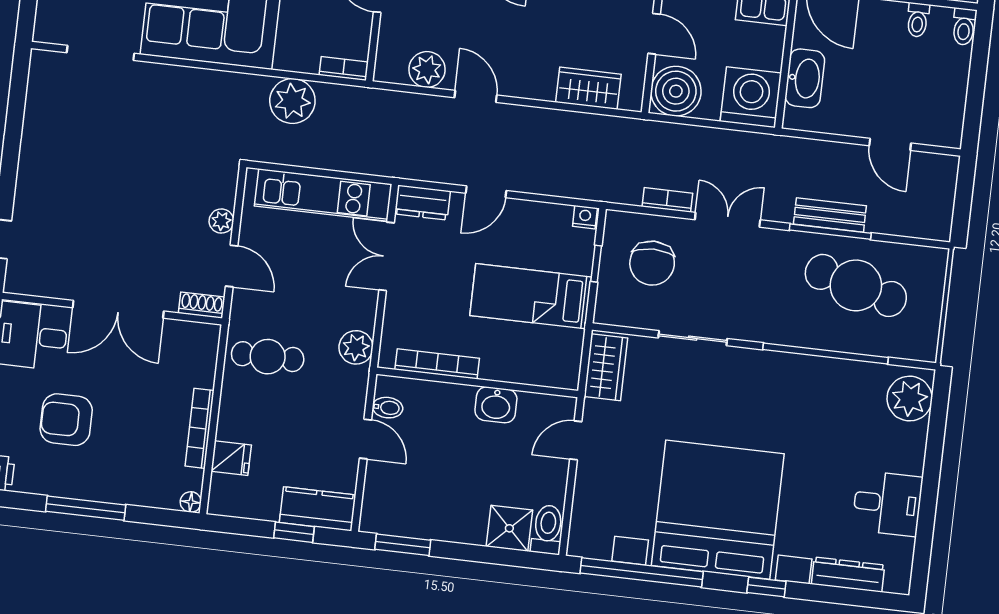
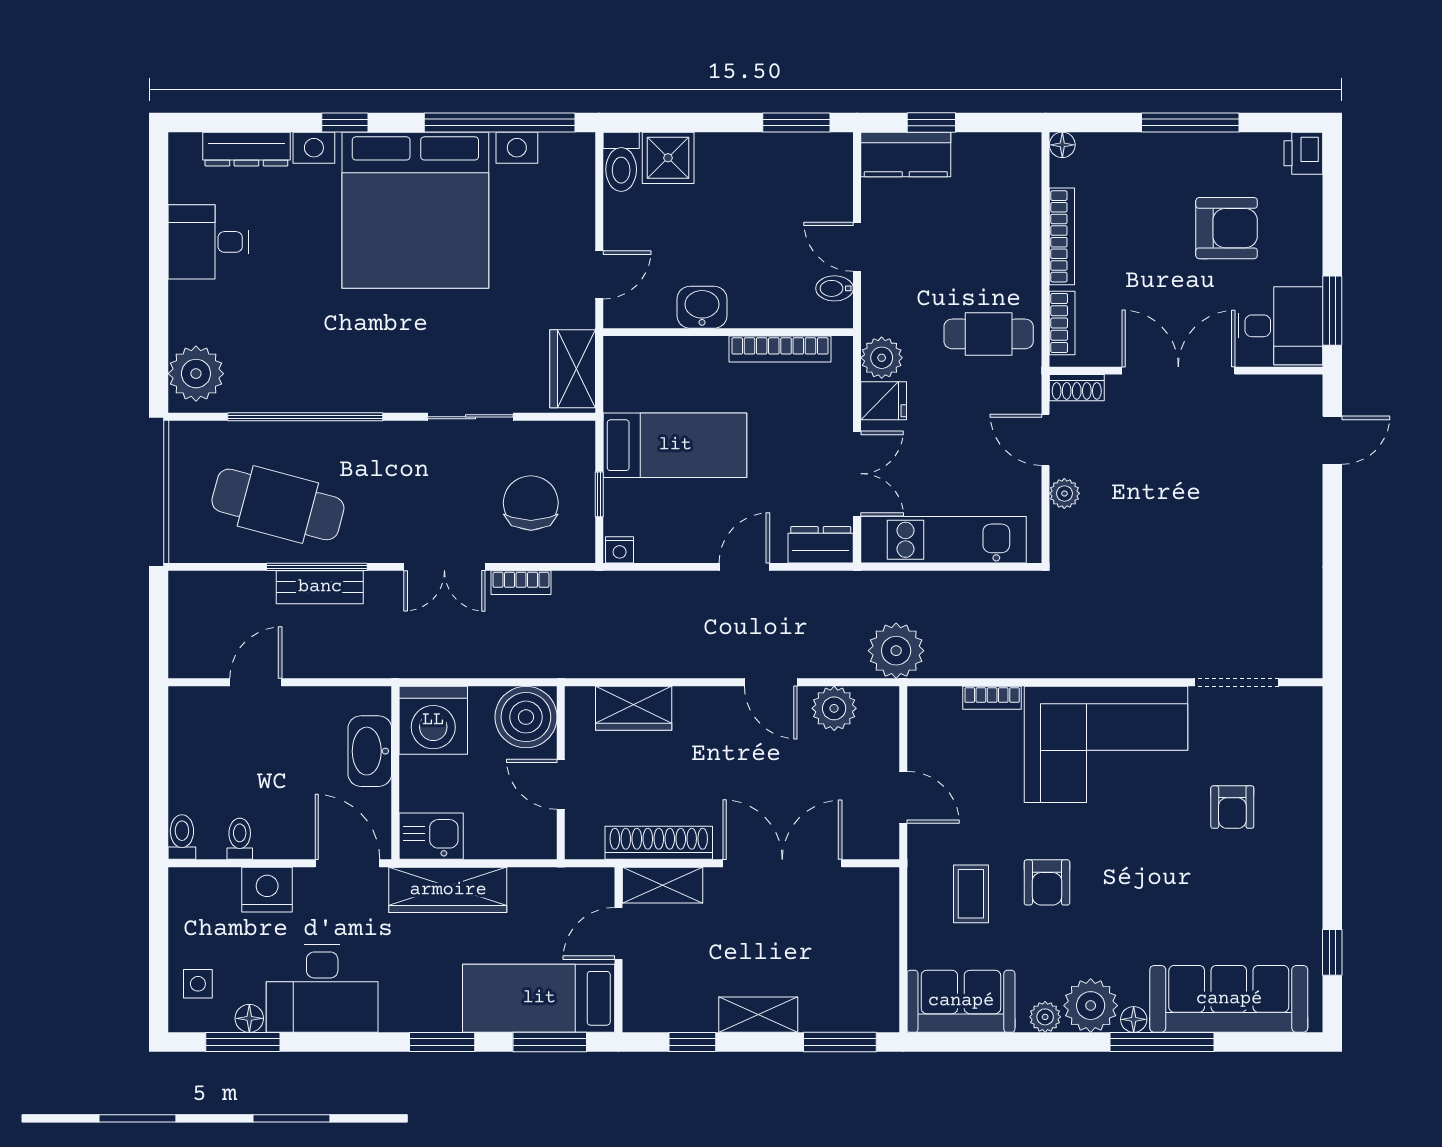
bookcase: (344, 68) -> (992, 698), moved
plant: (292, 101) -> (896, 651), moved
door: (890, 144) -> (256, 682), hinge flipped
bookcase: (207, 359) -> (1062, 323), added
fridge: (231, 458) -> (884, 401), moved, turned 180

